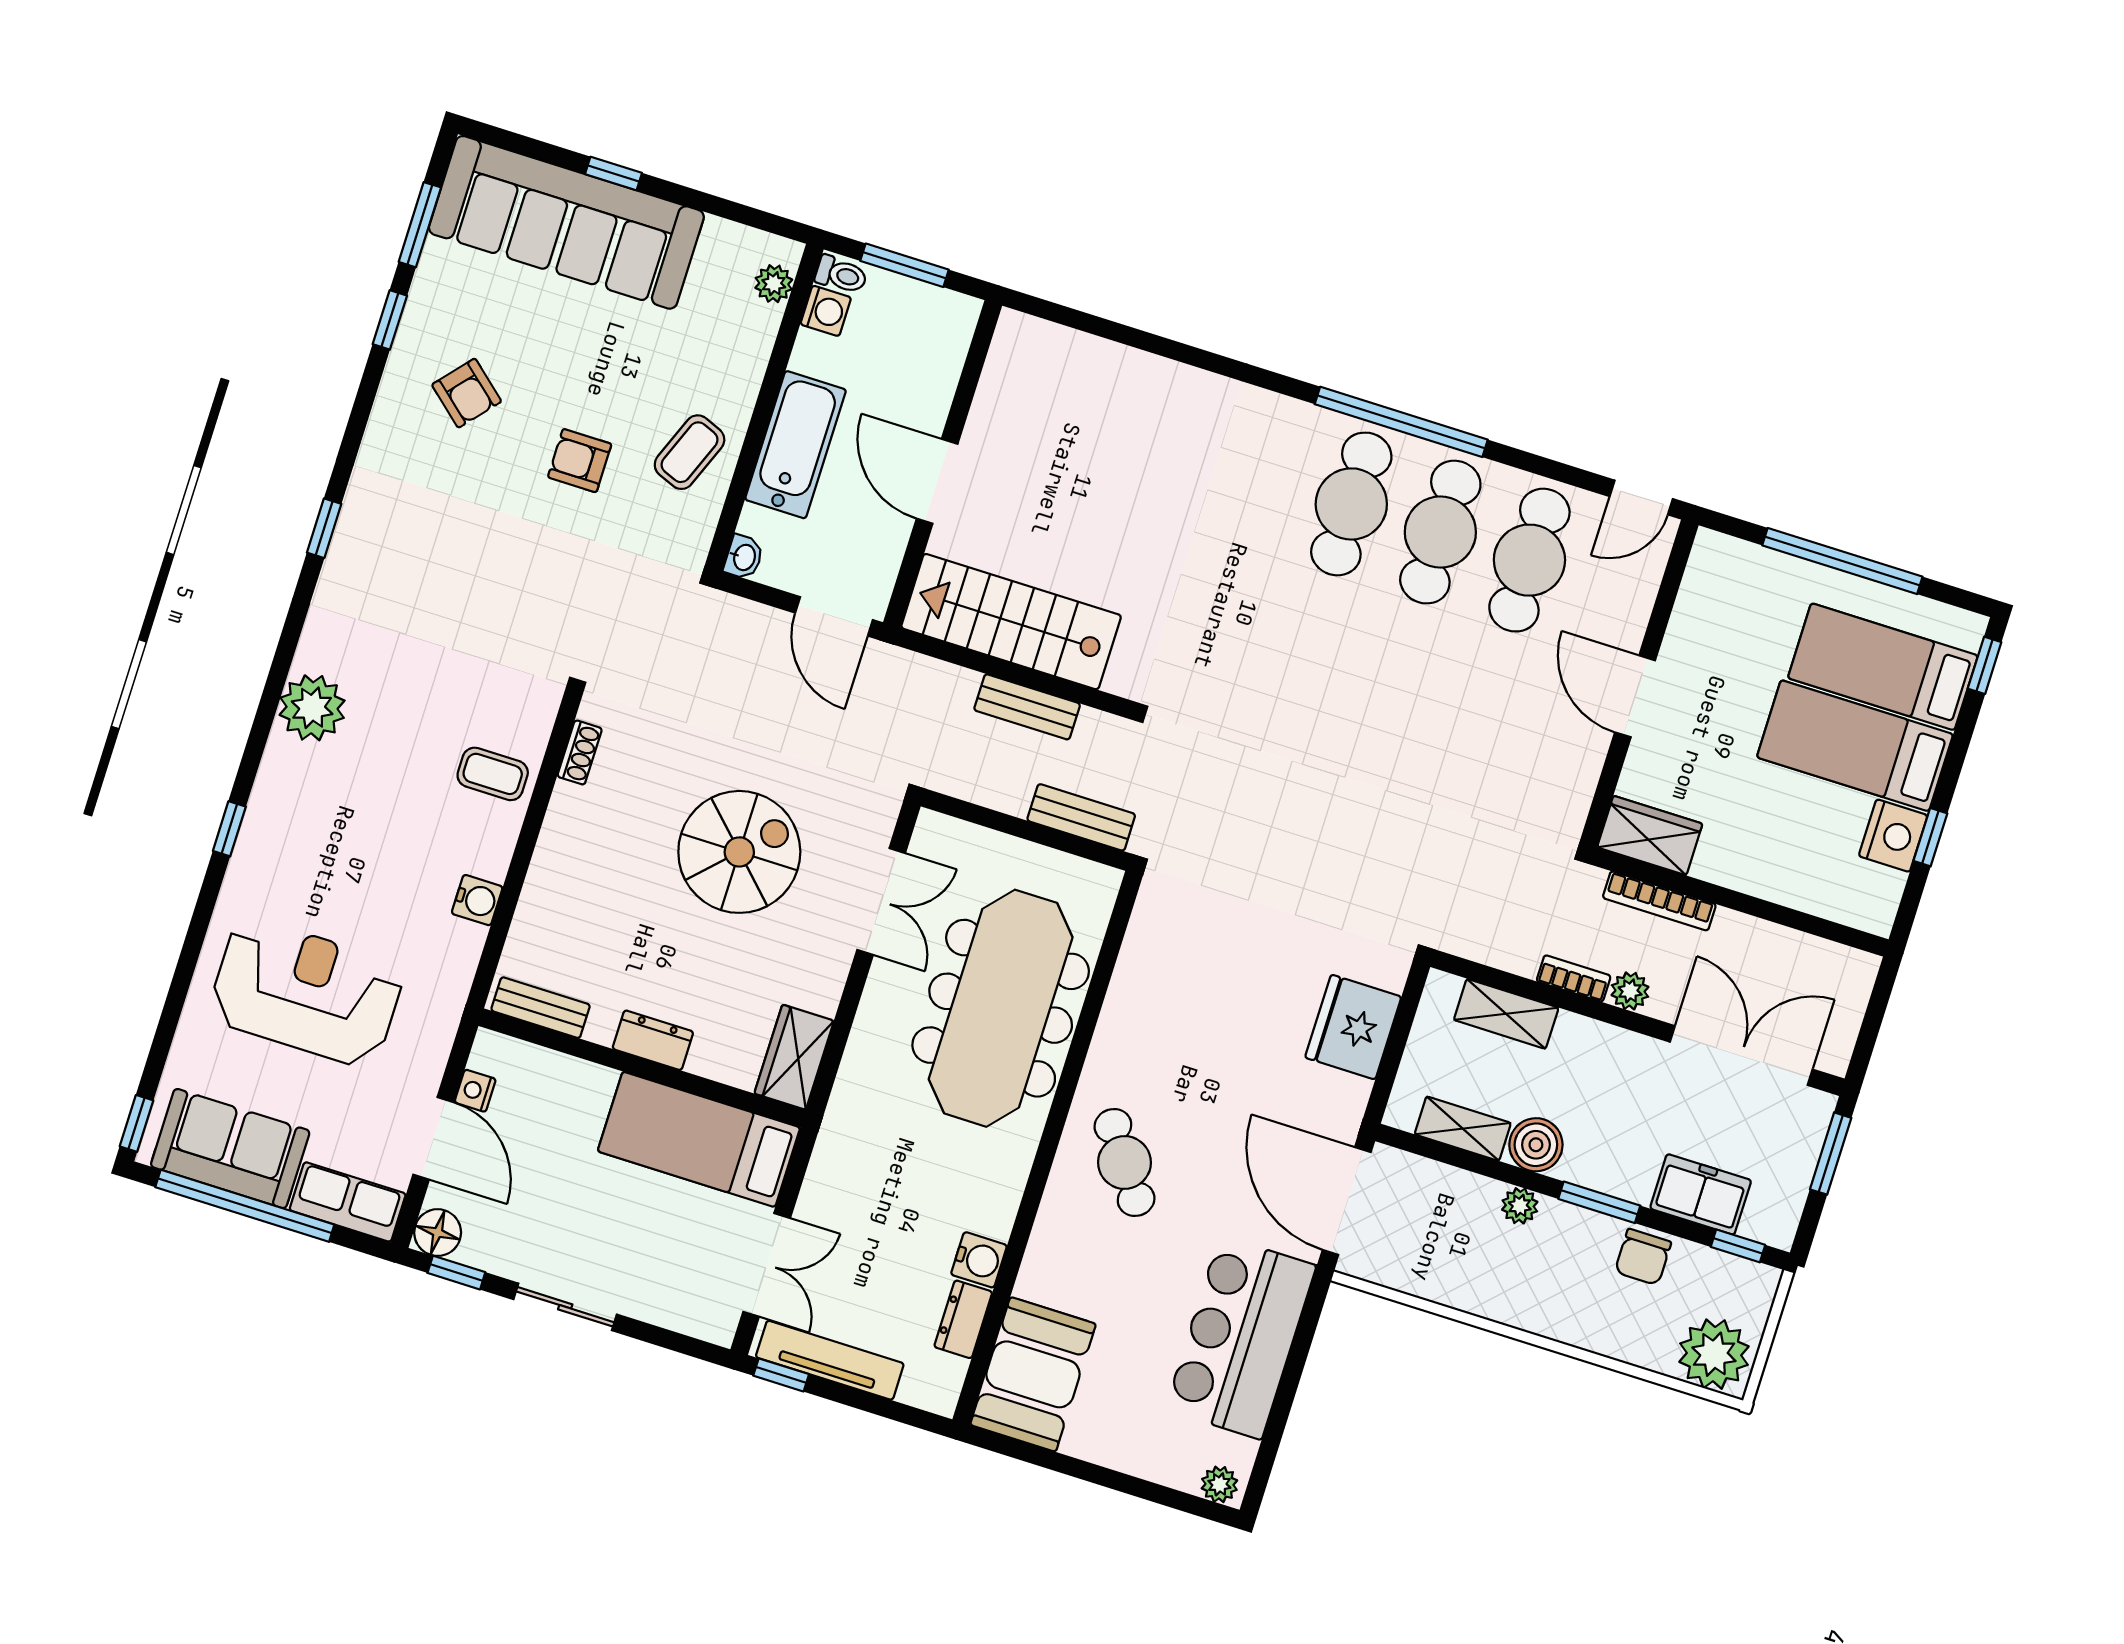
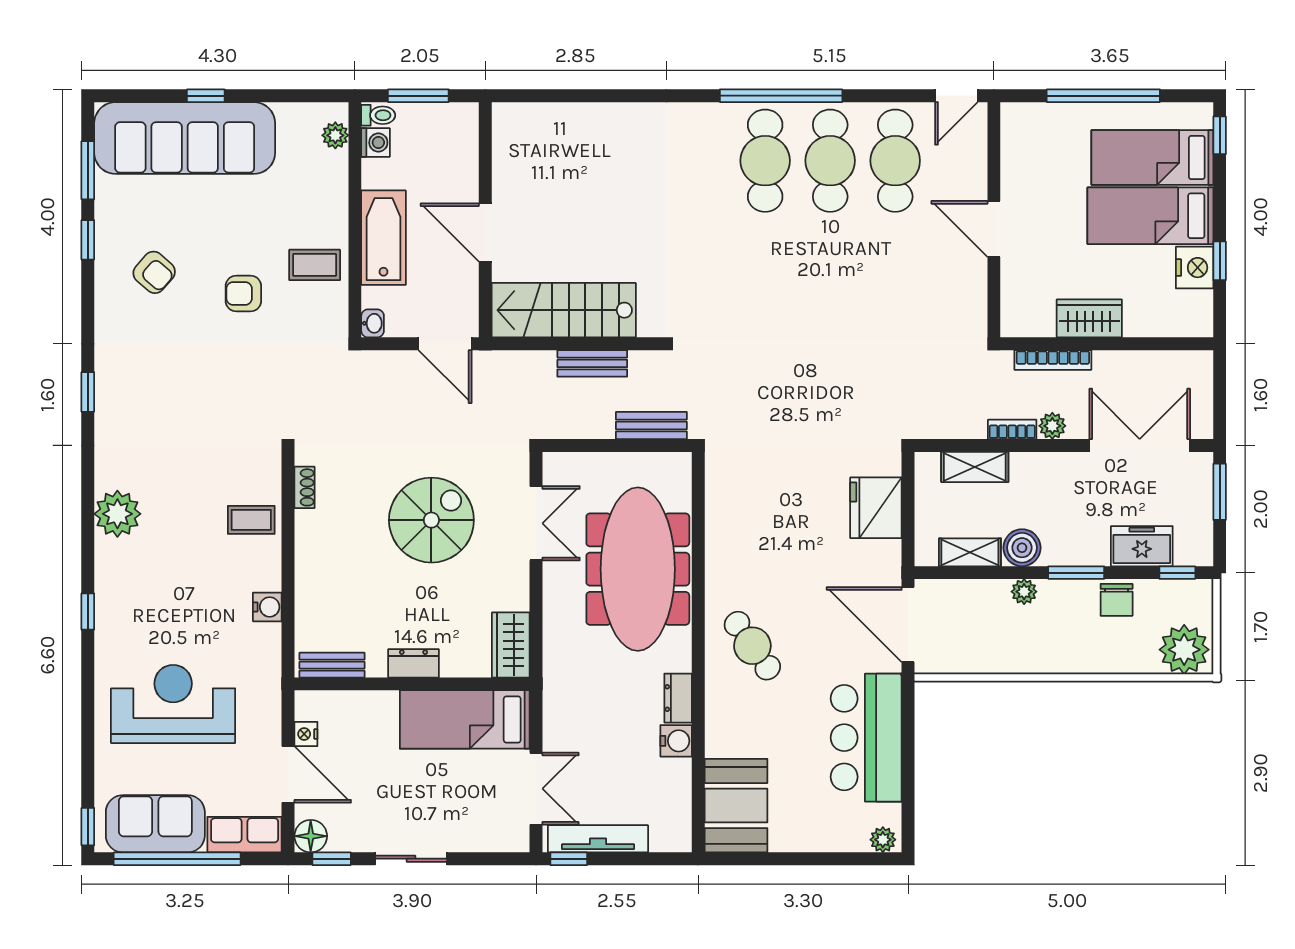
coffee table: (690, 452) -> (315, 265), turned 68
wardrobe: (1650, 836) -> (1089, 318), moved
dresser: (963, 1319) -> (678, 698), moved

